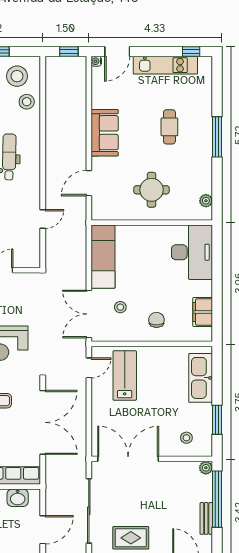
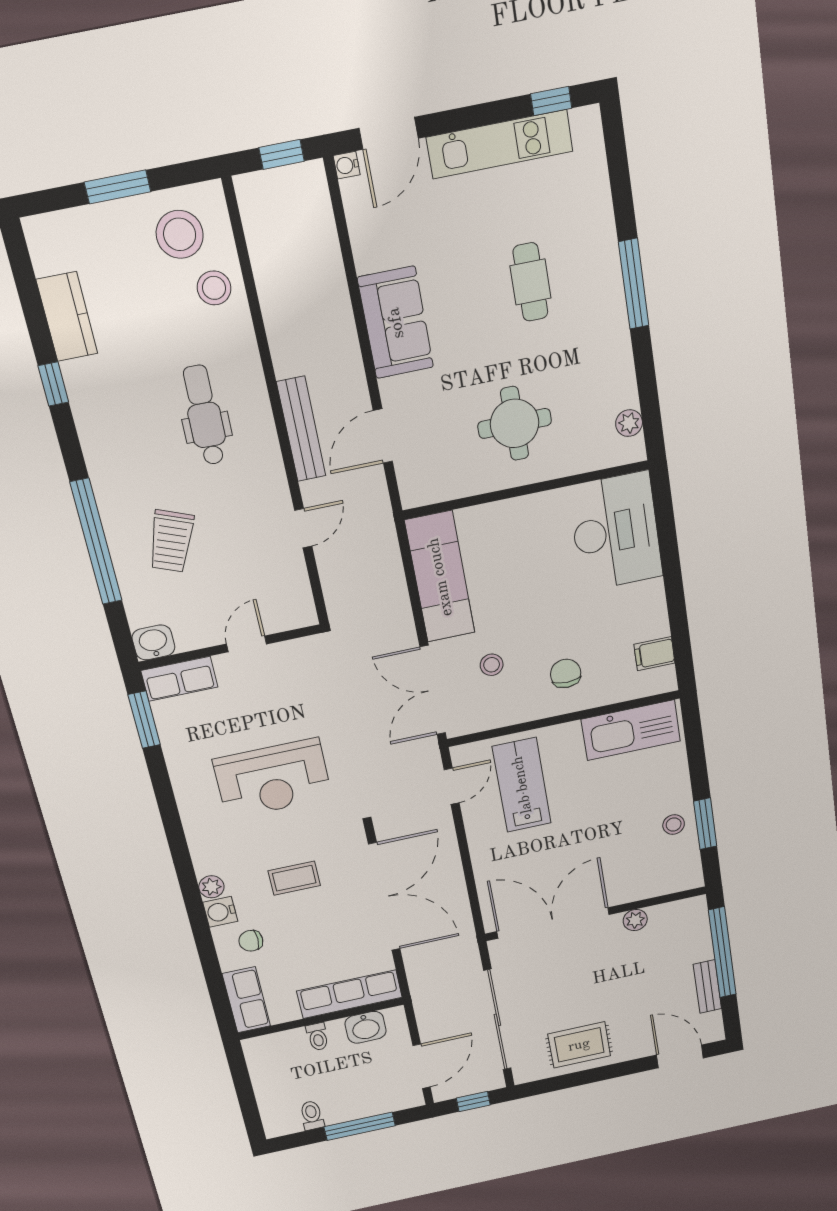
bench: (52, 172) -> (301, 429), added
filing cabinet: (203, 312) -> (654, 654), width x0.50
kitchen sink: (201, 378) -> (631, 730), moved, turned -90
stool: (186, 438) -> (674, 825), moved
plant: (206, 468) -> (635, 920), moved

